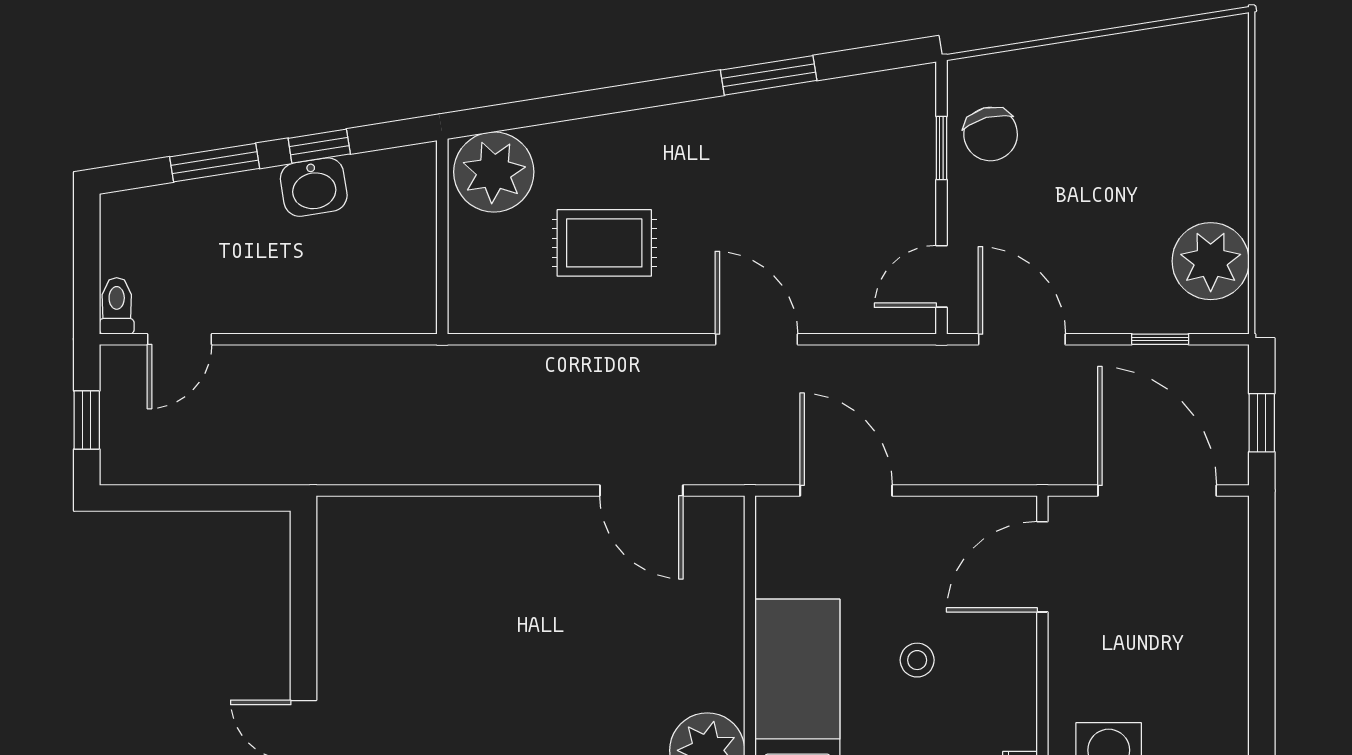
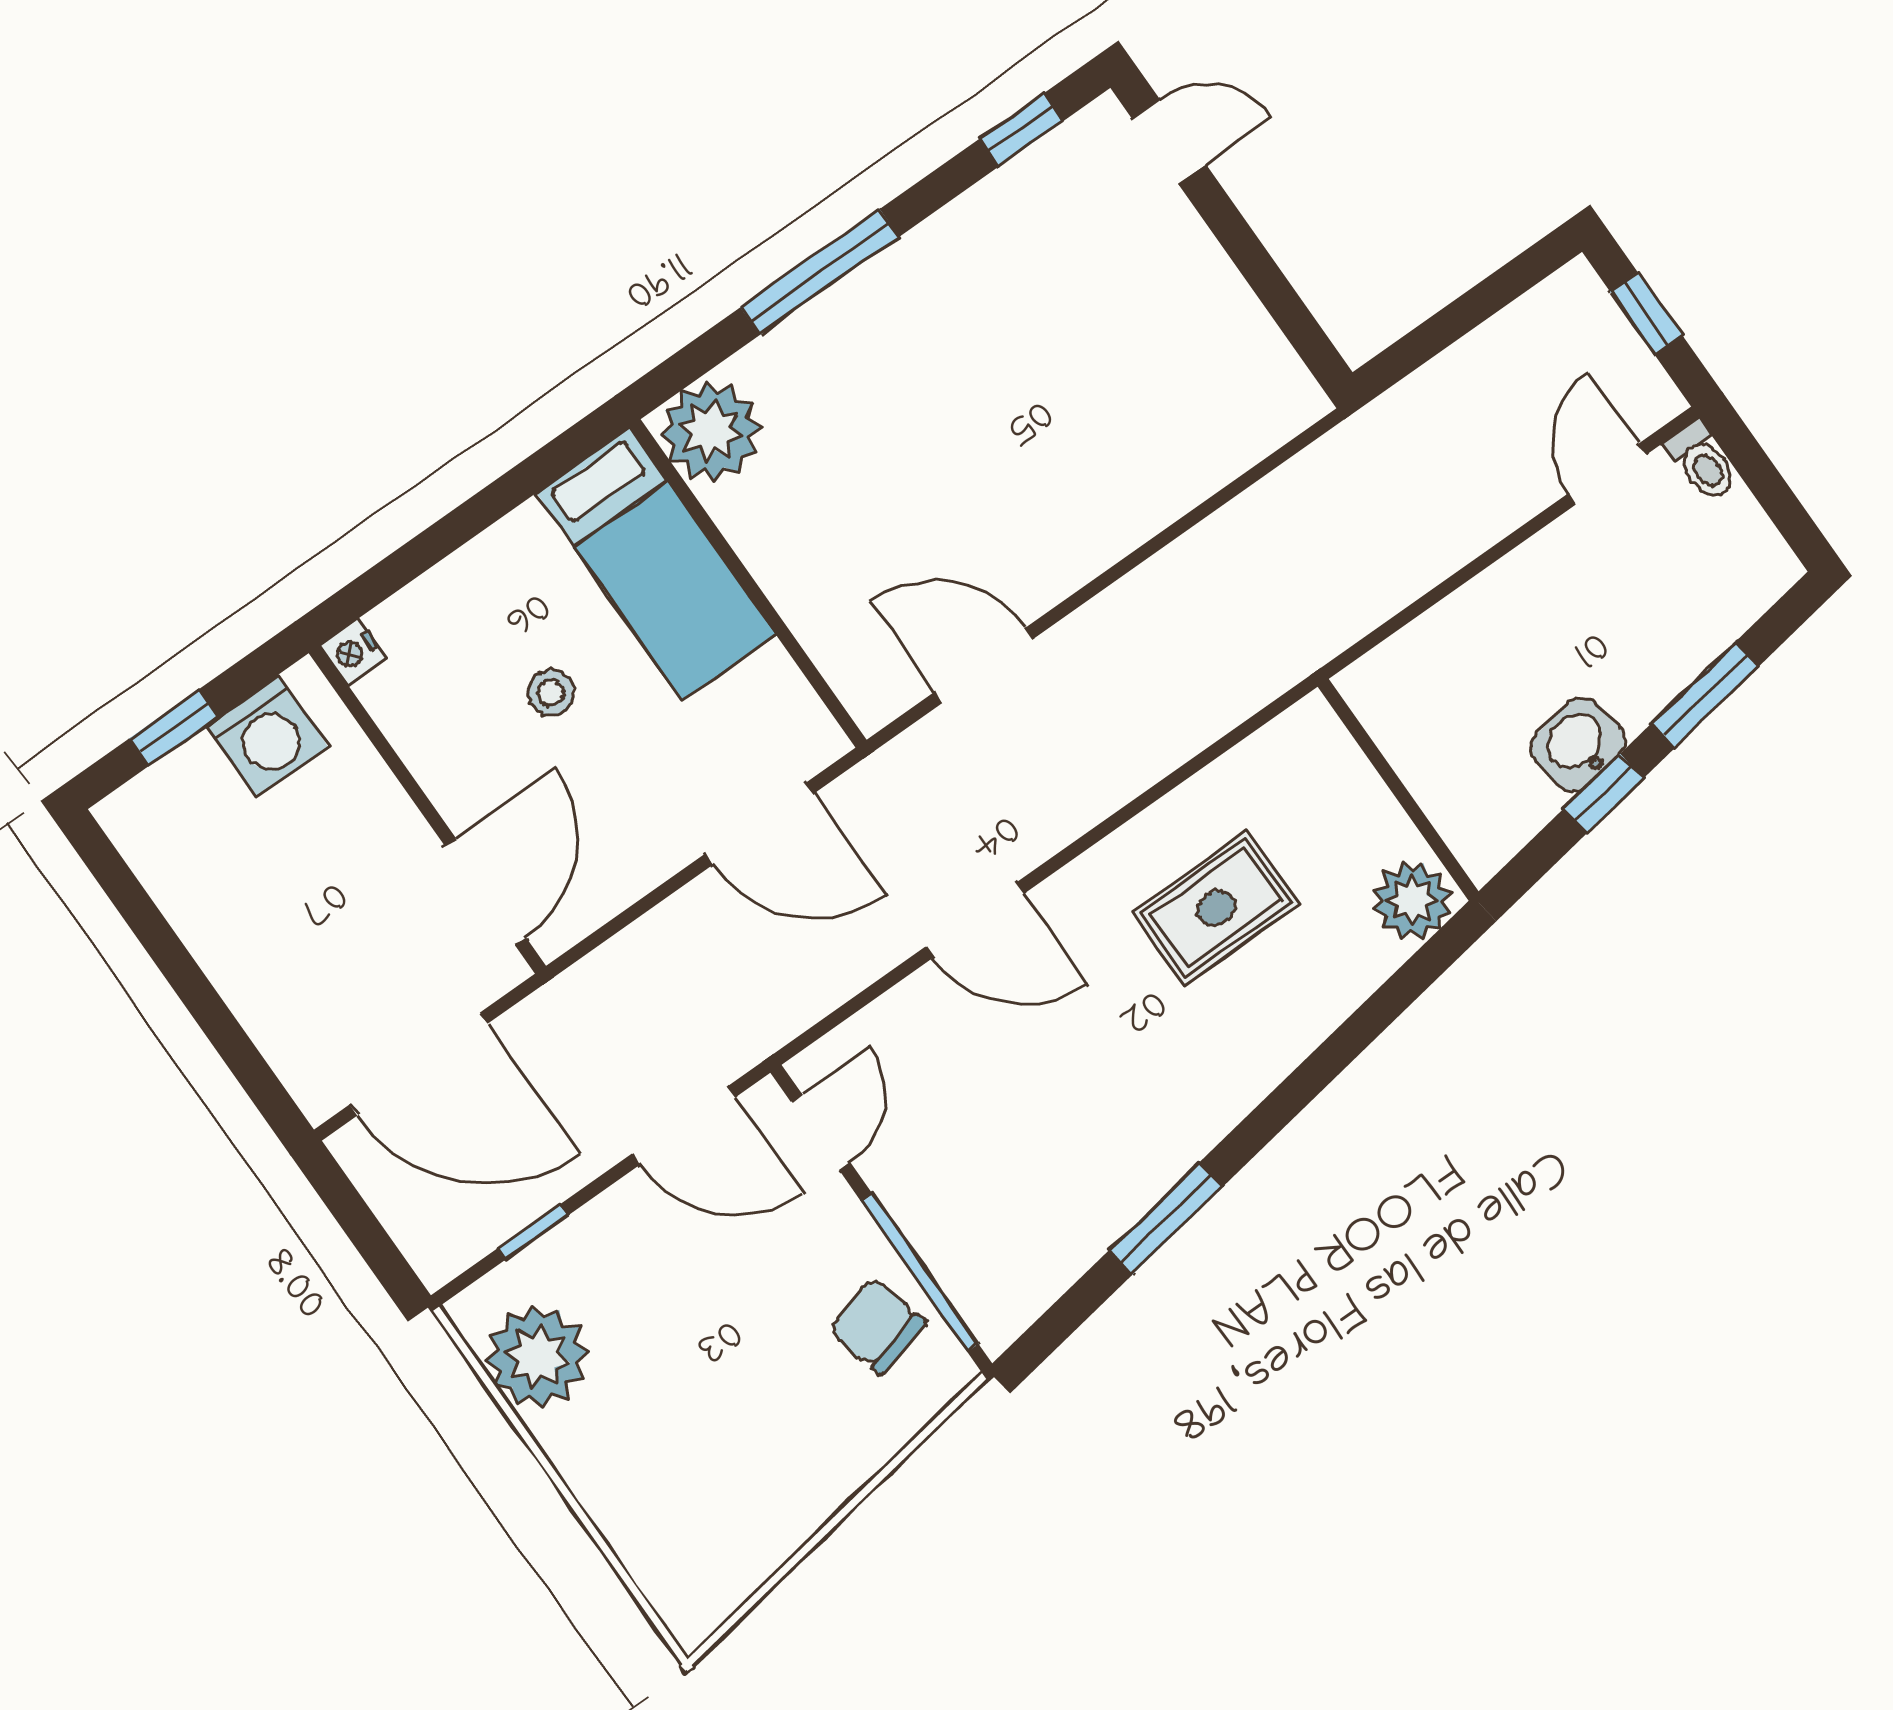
window: (942, 148) -> (920, 1273), width x2.17
plant: (494, 172) -> (1412, 901), width x0.73, depth x0.73
window: (1262, 423) -> (356, 1219), removed

